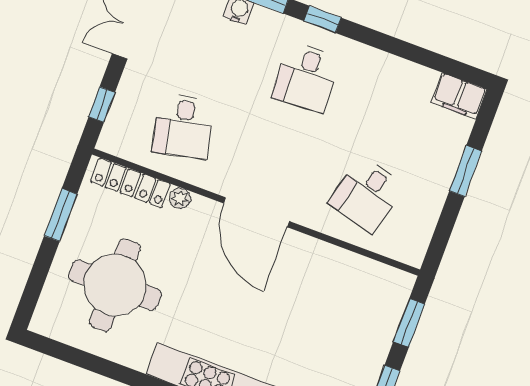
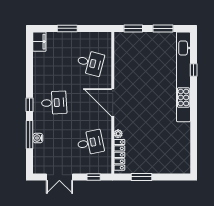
door: (256, 212) -> (113, 103), swing flipped
round table: (115, 285) -> (161, 146), removed

